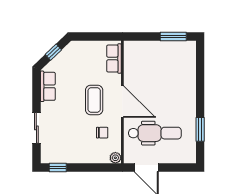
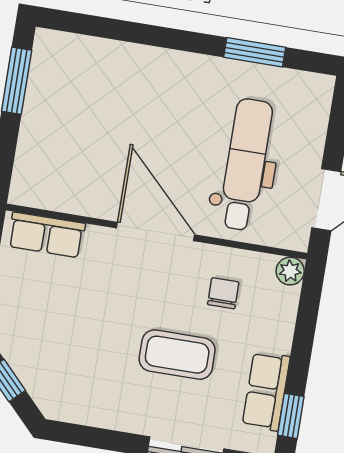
row of seats: (48, 86) -> (266, 391), moved, turned -90
coffee table: (94, 100) -> (177, 355), moved
door: (122, 102) -> (156, 231), hinge flipped

